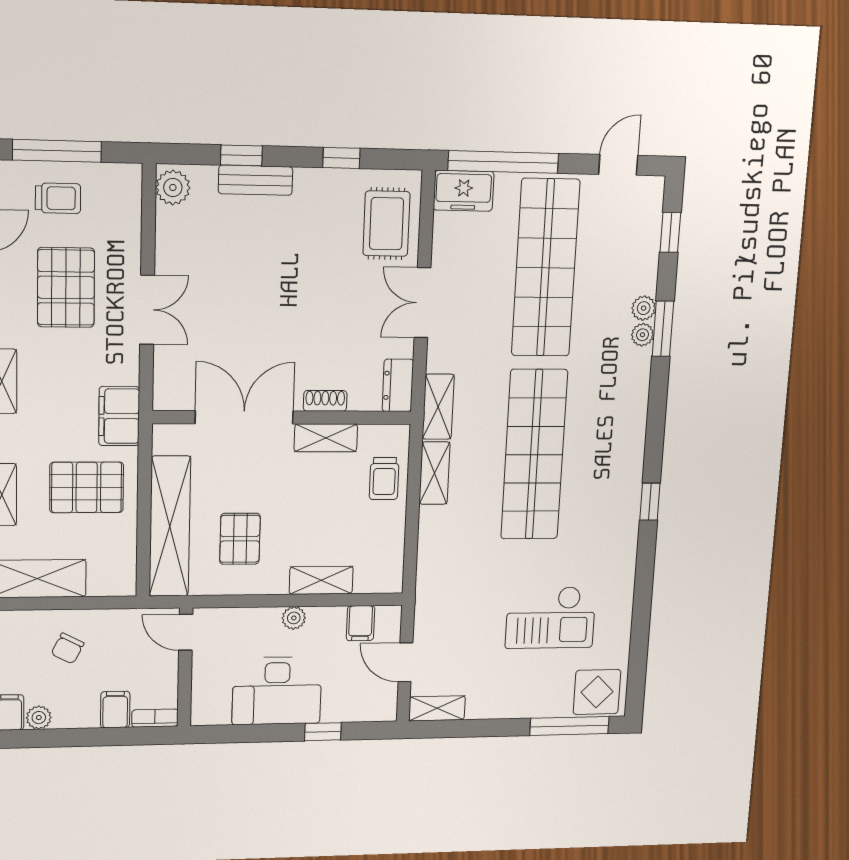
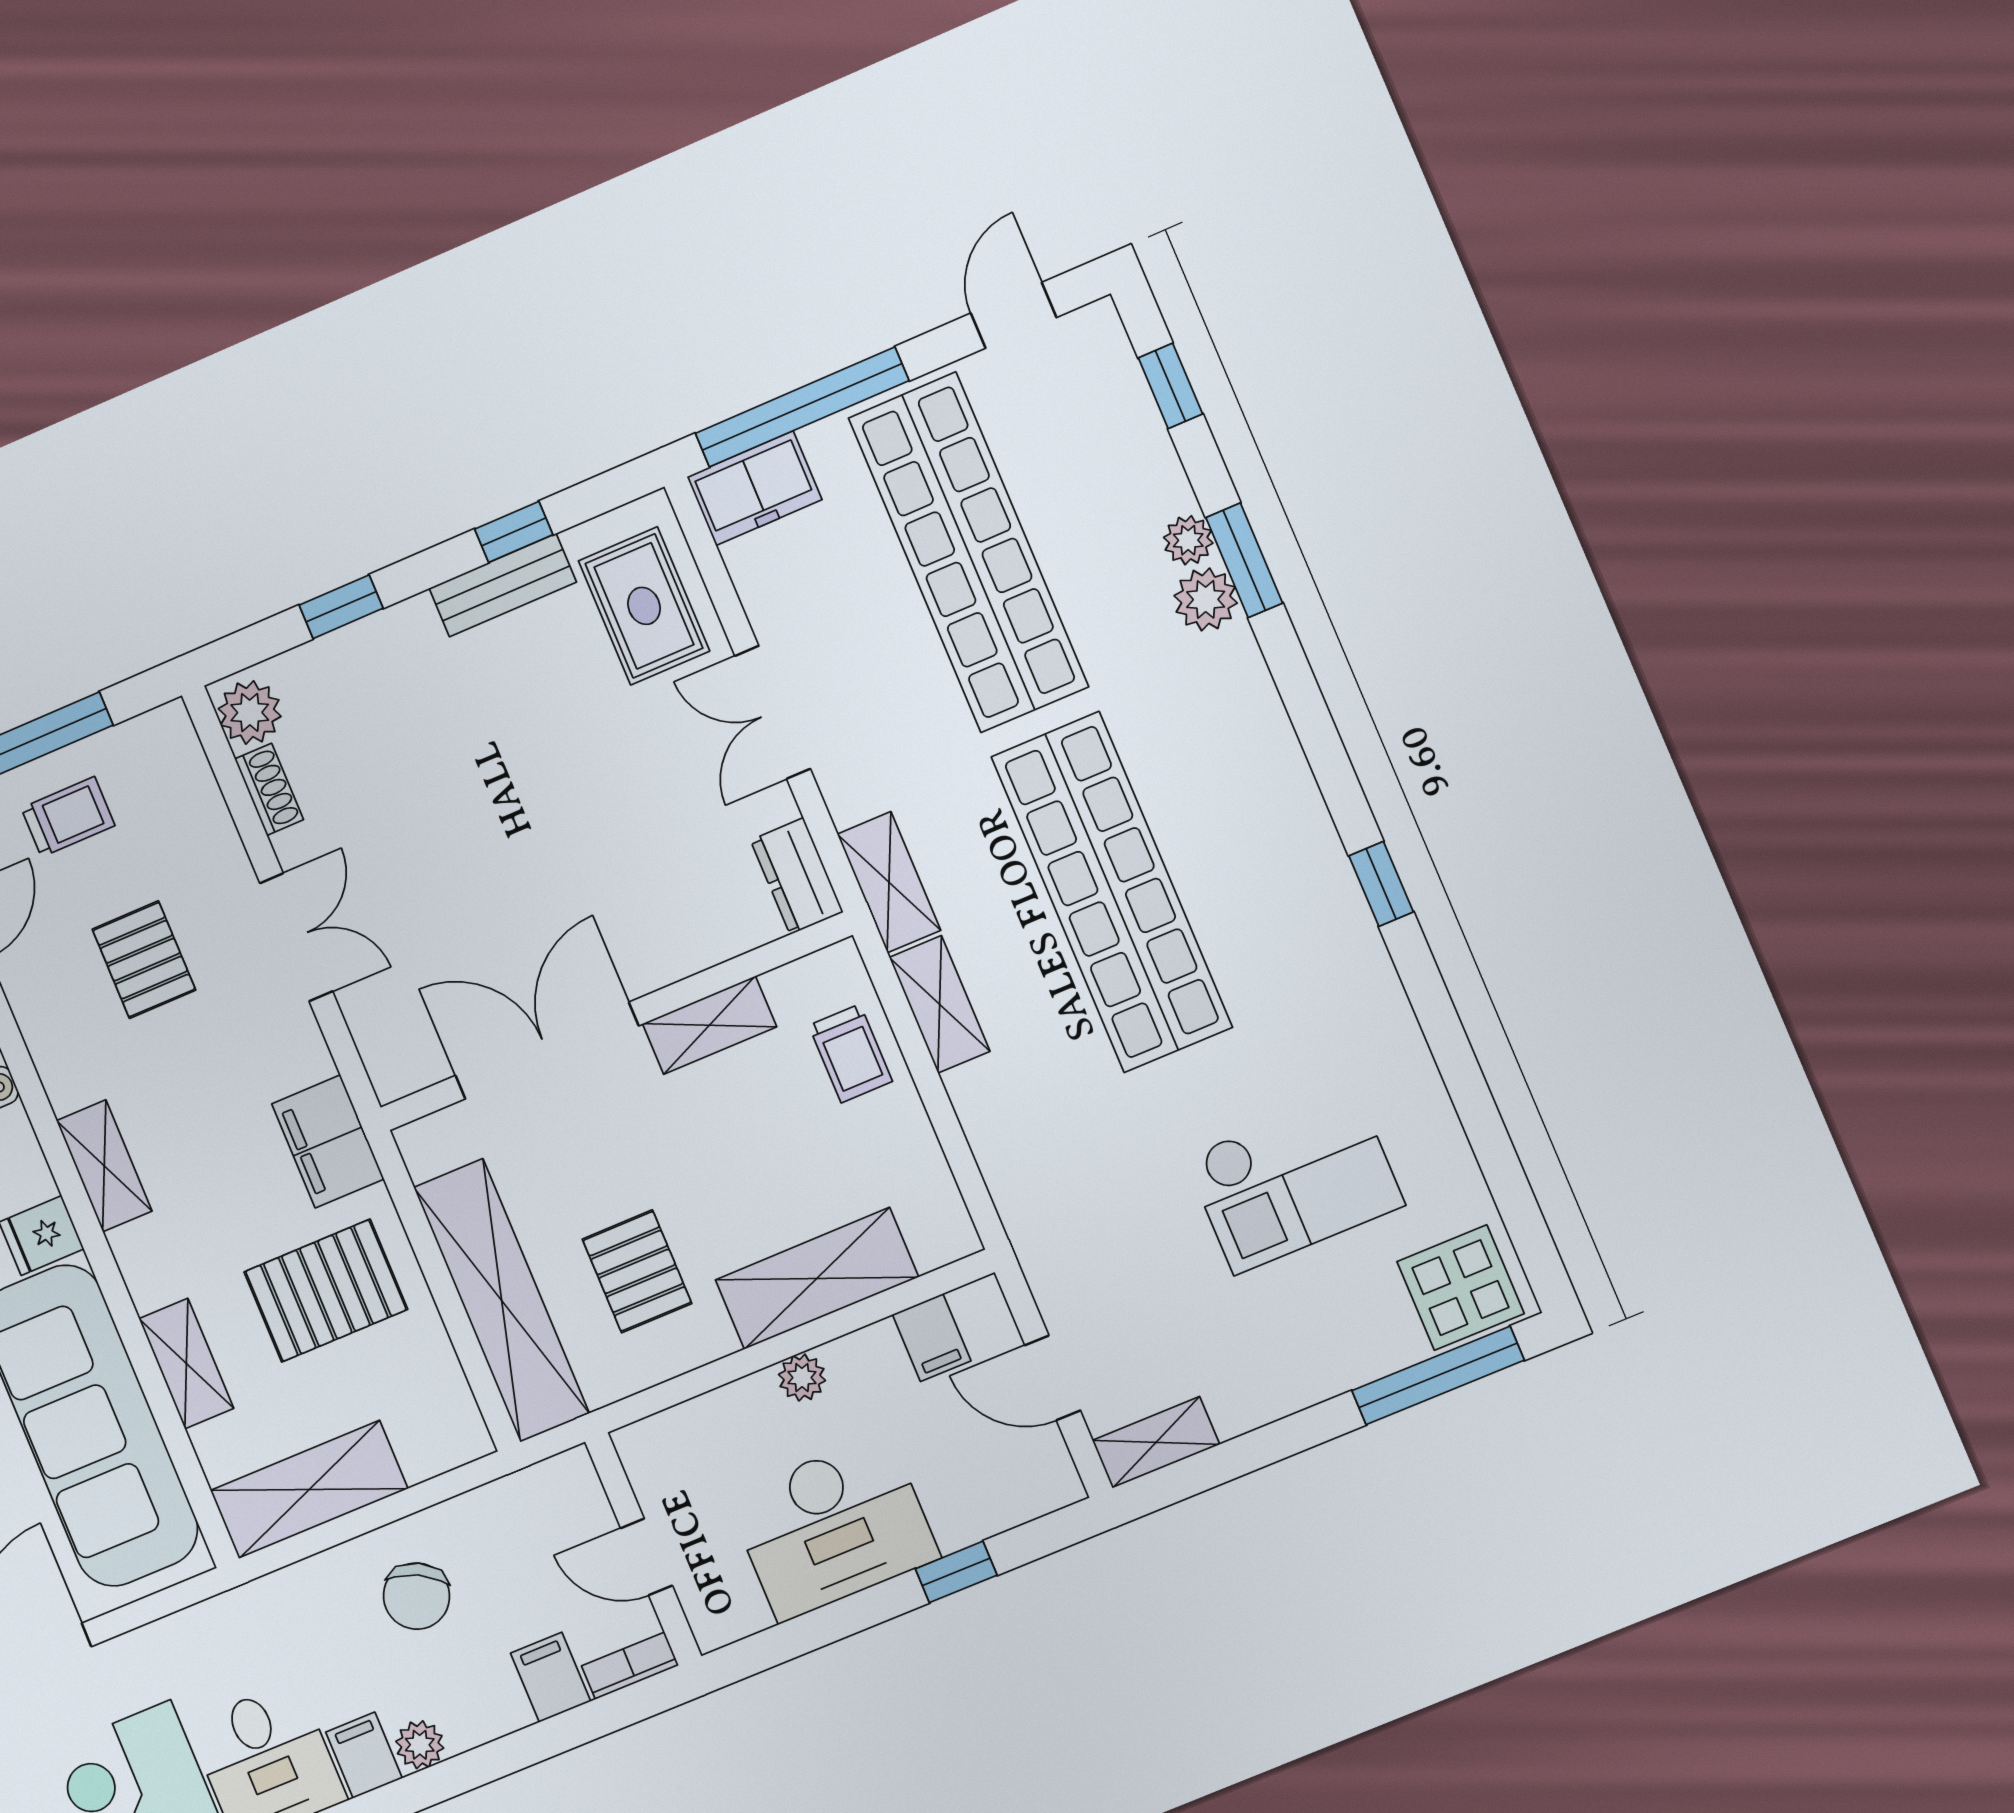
bench: (256, 180) -> (503, 585), moved
pallet: (66, 287) -> (144, 960), width x0.67, depth x0.71
plant: (642, 335) -> (1206, 599), width x1.38, depth x1.38
shoe rack: (325, 401) -> (269, 789), moved, turned 90
shelving: (321, 580) -> (817, 1278), width x1.50, depth x1.33
door: (186, 632) -> (646, 1557), moved
chair: (68, 648) -> (417, 1596), width x1.37, depth x1.37

